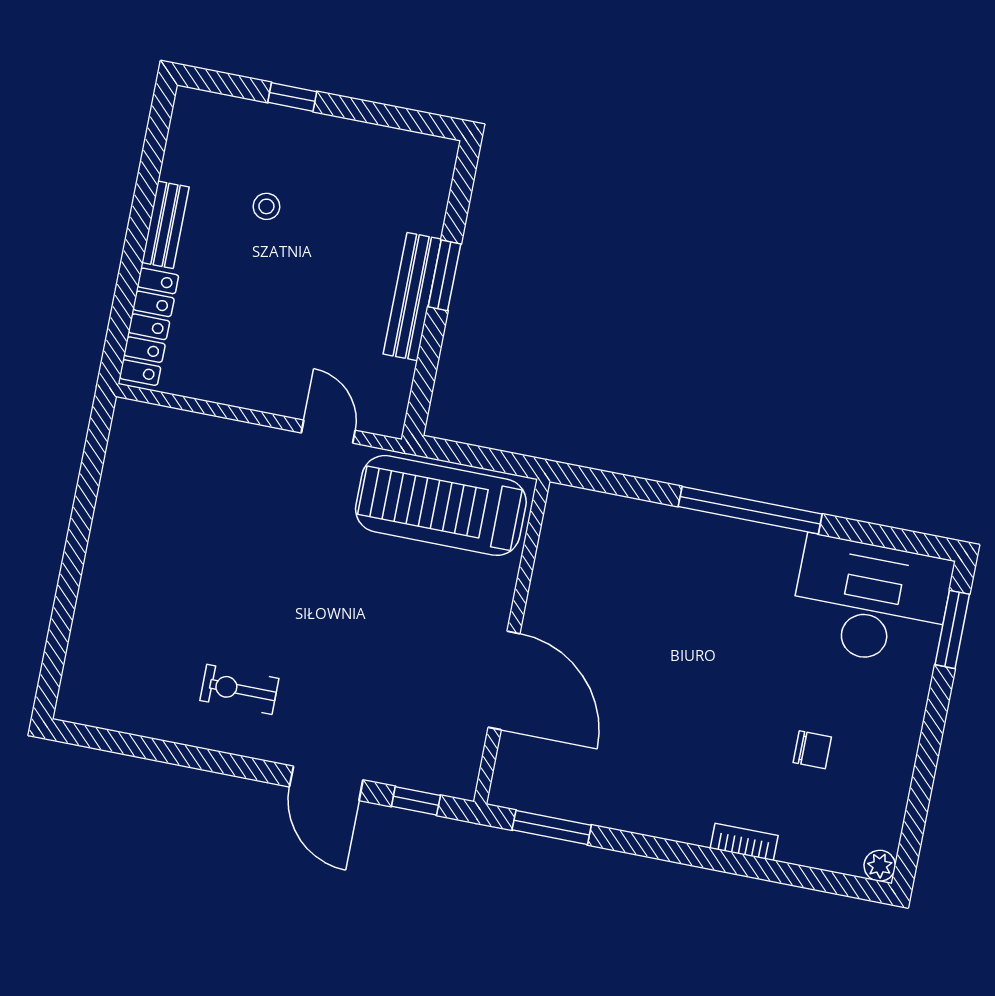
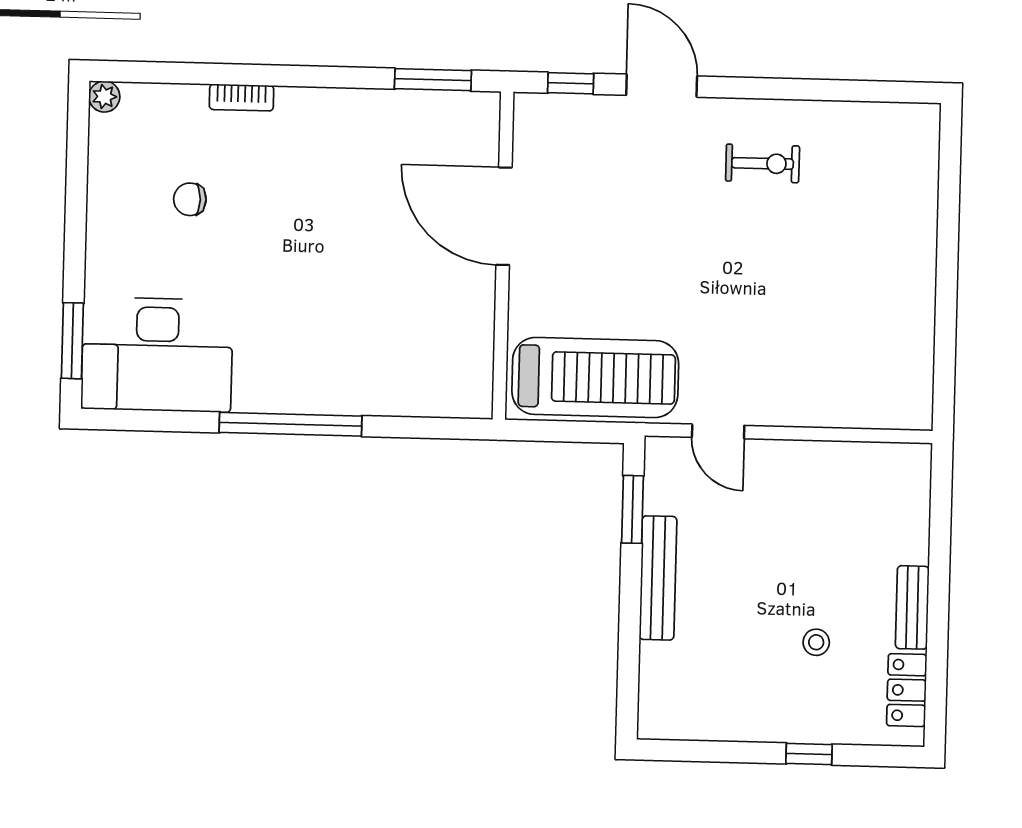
window: (444, 275) -> (632, 509), moved
locker: (149, 327) -> (907, 690), moved, width x0.66

